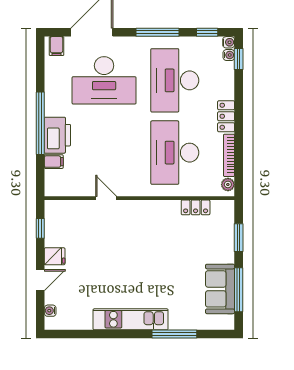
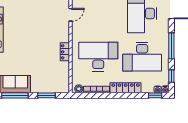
desk: (175, 80) -> (142, 57), turned 180
locker: (226, 116) -> (126, 88), width x1.53
locker: (196, 207) -> (65, 52), moved

